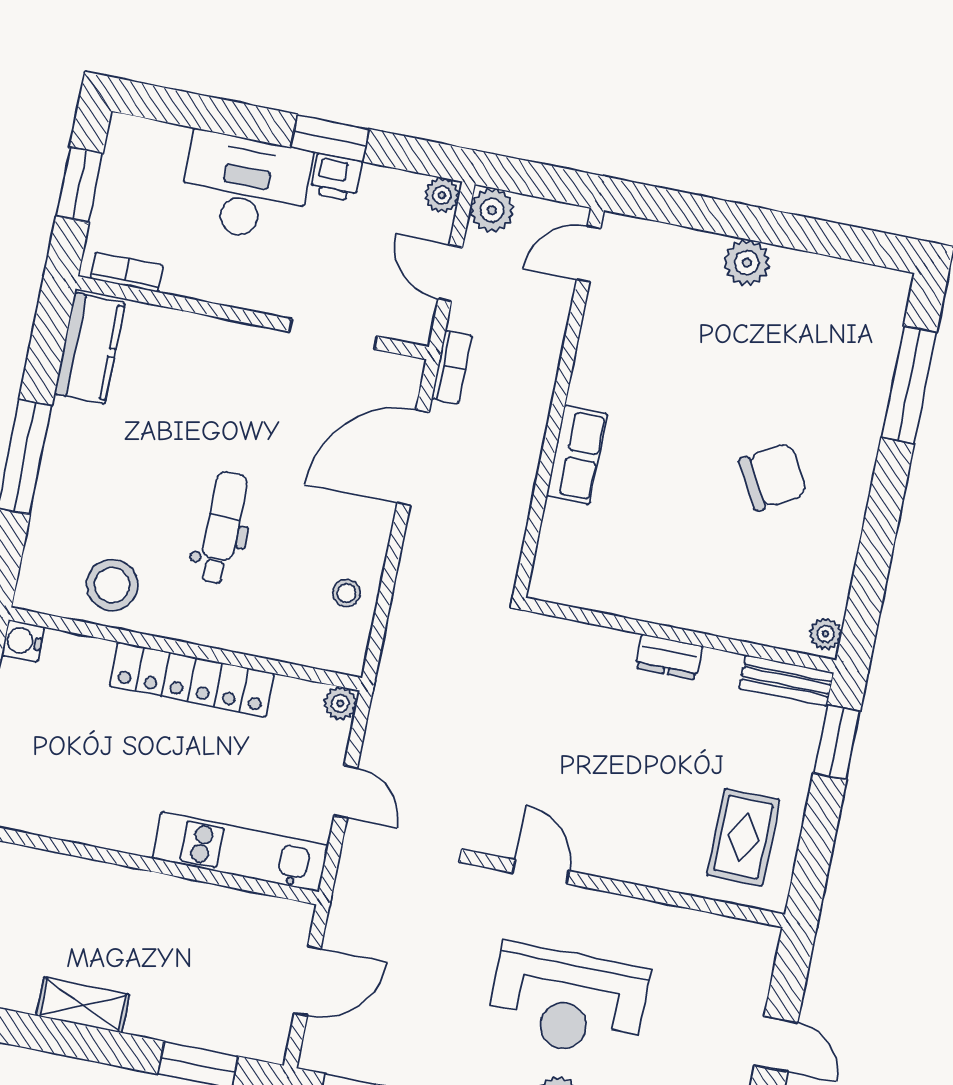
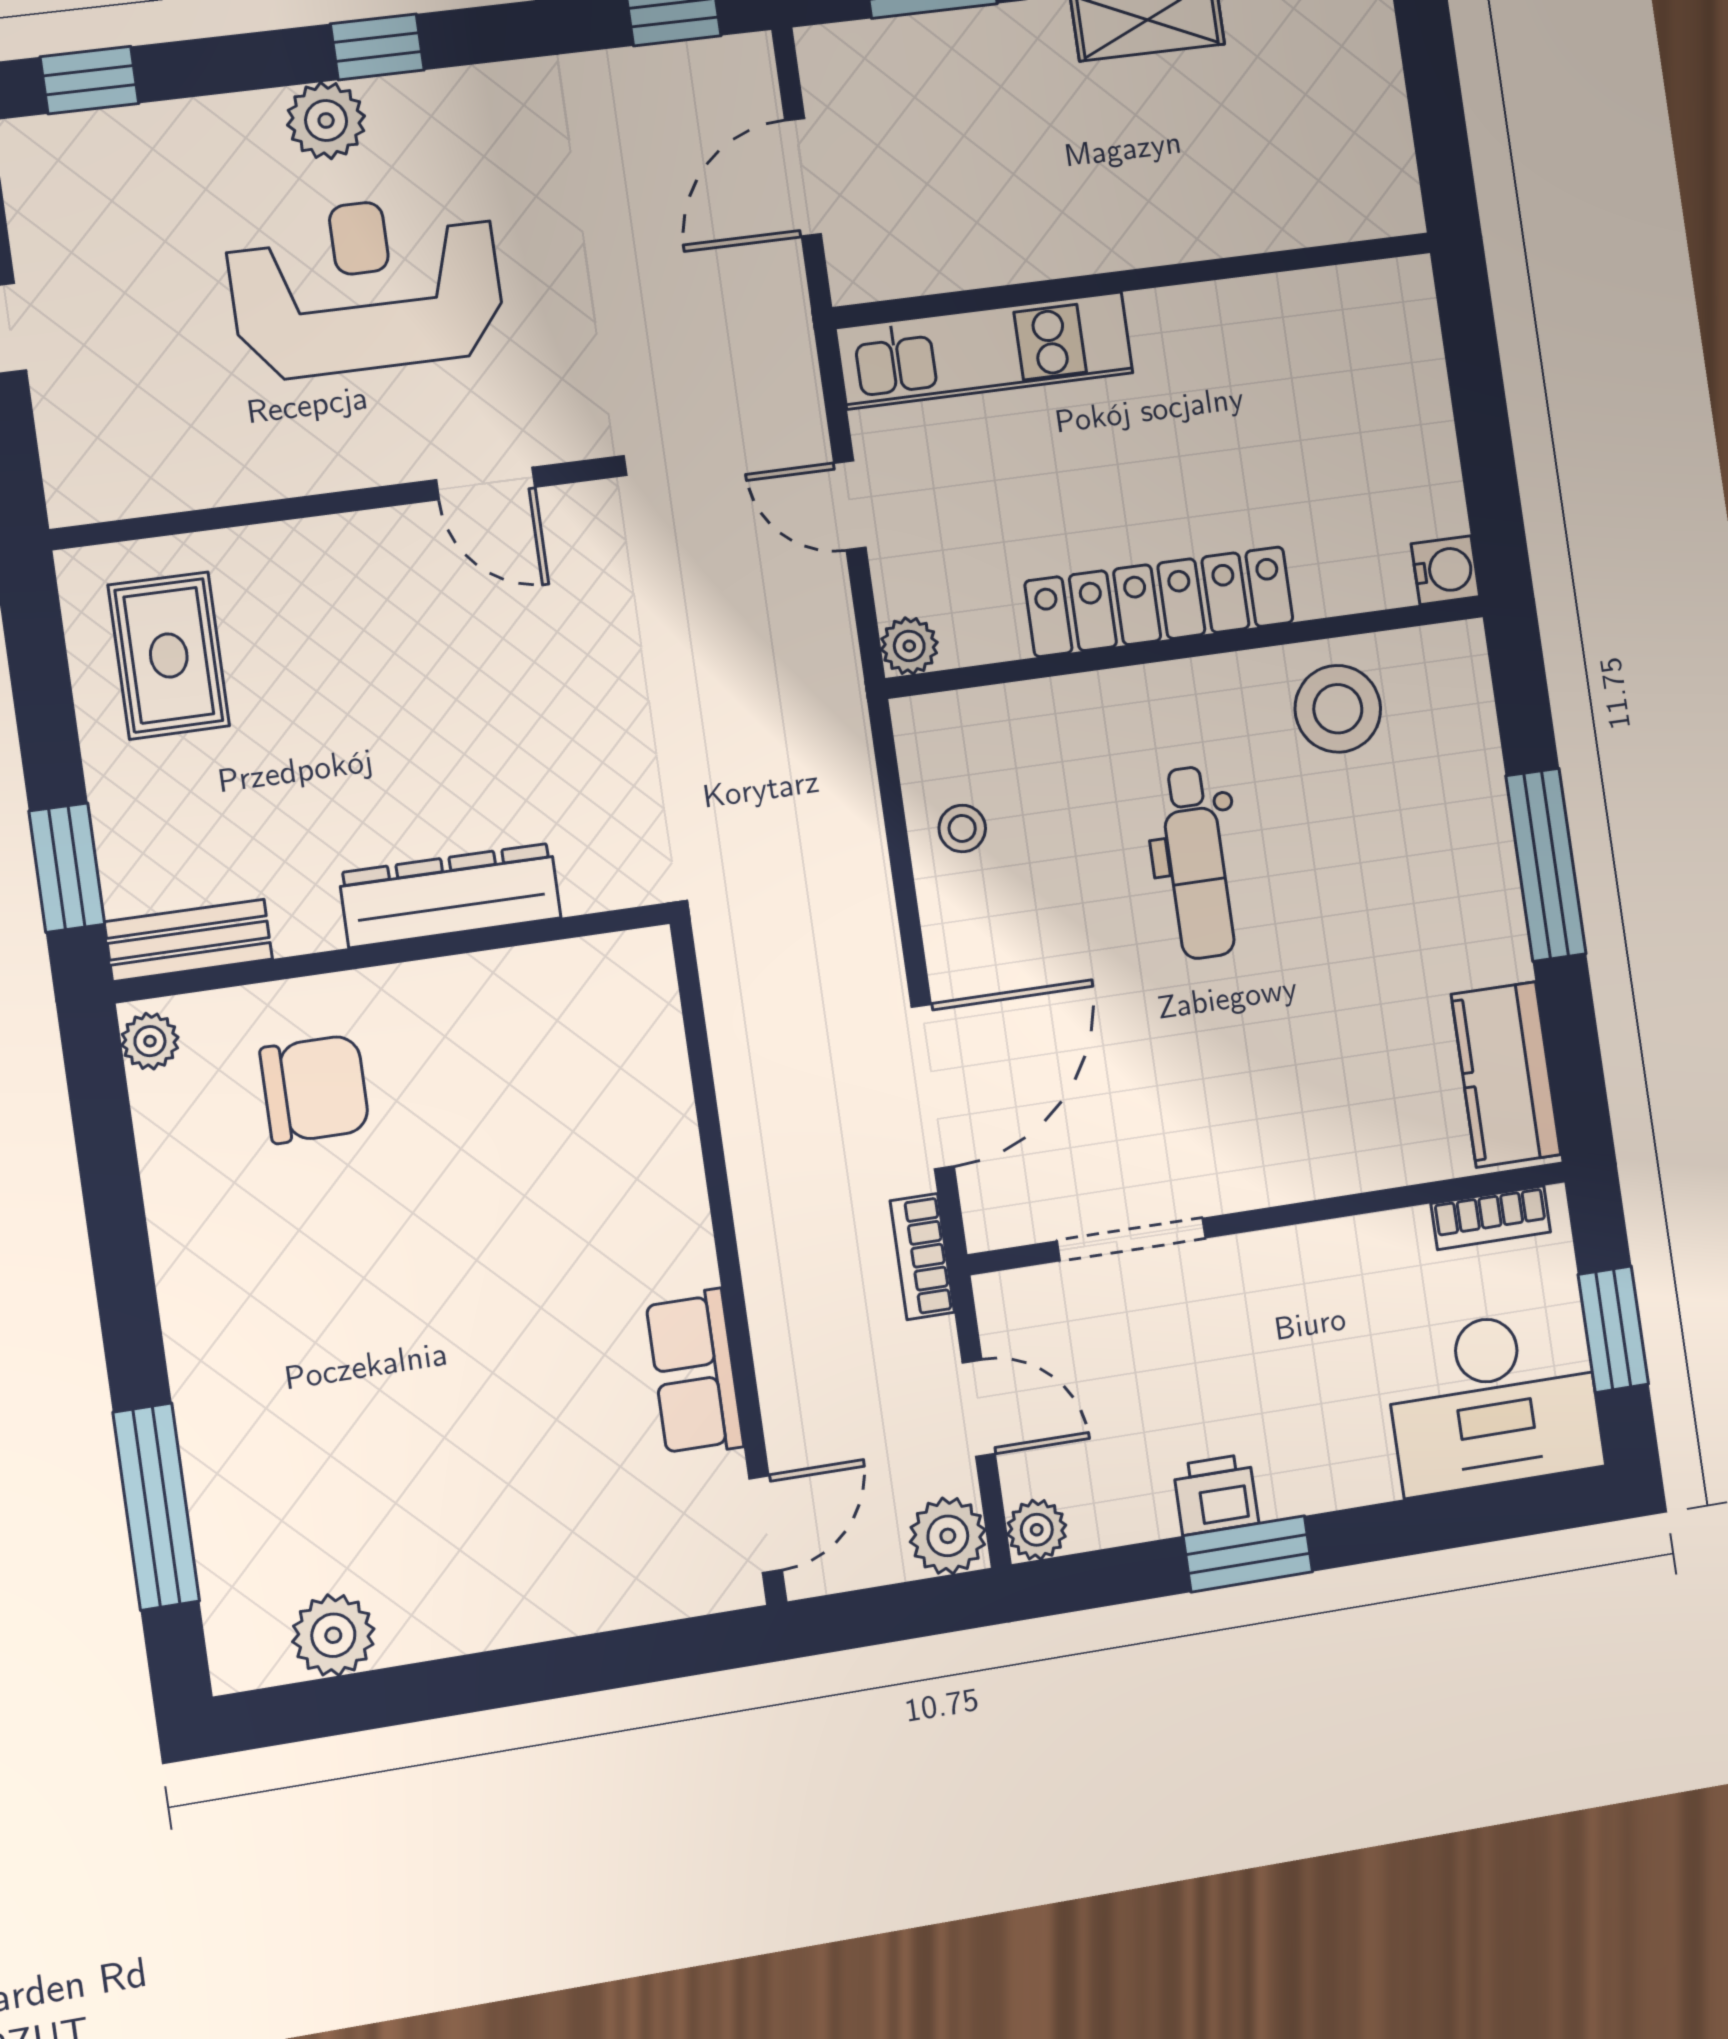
desk: (245, 187) -> (1494, 1401), moved
plant: (747, 263) -> (333, 1635), moved
row of seats: (577, 455) -> (695, 1373), moved
chair: (773, 477) -> (315, 1089), moved, turned -150
dresser: (669, 657) -> (450, 895), width x1.96, depth x1.24

